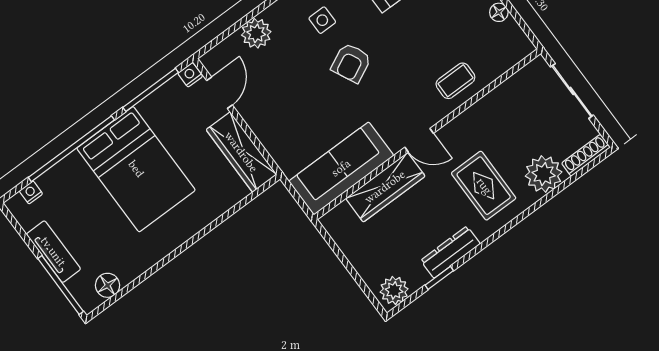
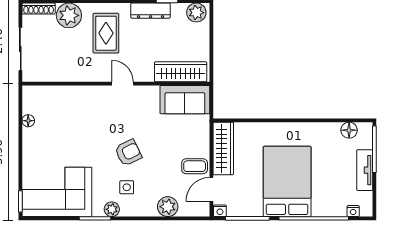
coffee table: (455, 81) -> (195, 166), moved
sofa: (341, 168) -> (185, 100), width x0.73
wardrobe: (385, 187) -> (181, 72), moved

